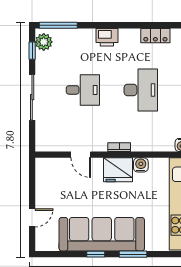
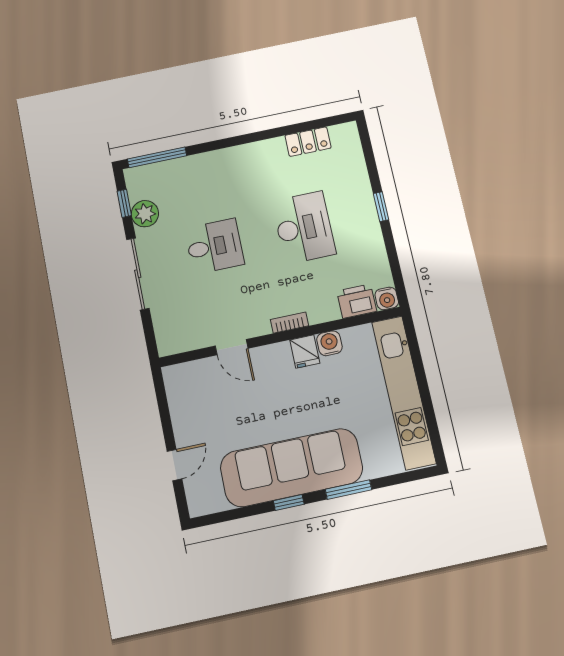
printer: (107, 37) -> (357, 301), moved, turned 180
plant: (44, 42) -> (145, 214), moved
fridge: (118, 170) -> (305, 352), width x0.53, depth x0.75

